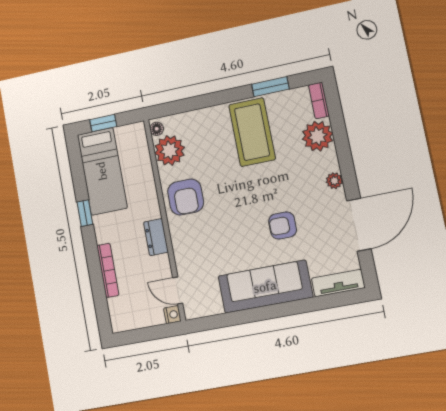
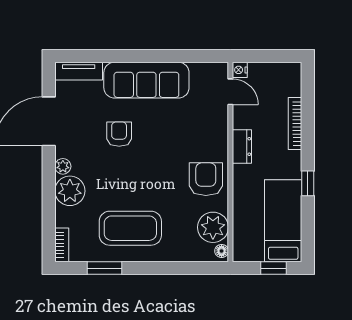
coffee table: (252, 132) -> (130, 228), turned 90
plant: (318, 136) -> (70, 191), moved
armchair: (283, 225) -> (119, 134), turned -90

